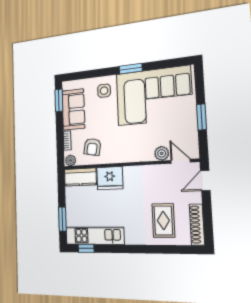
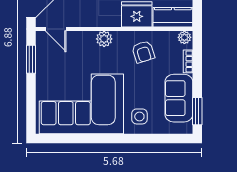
window: (131, 69) -> (106, 138), removed
window: (201, 117) -> (31, 59), moved
armchair: (92, 147) -> (143, 52), moved, turned 152
plant: (162, 153) -> (104, 39), moved

